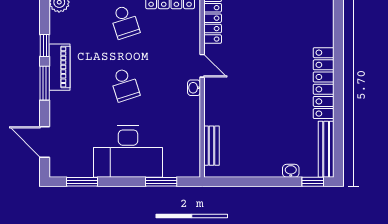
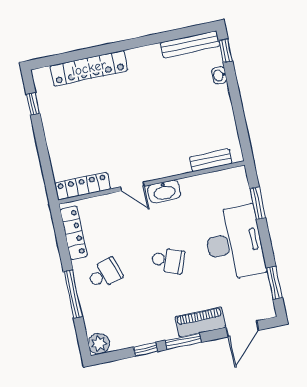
door: (202, 66) -> (132, 187), swing flipped
piano: (59, 67) -> (200, 322), moved
locker: (324, 83) -> (89, 68), moved
school desk: (125, 85) -> (168, 260), turned 39
washbasin: (194, 88) -> (164, 191), width x1.91, depth x1.45

